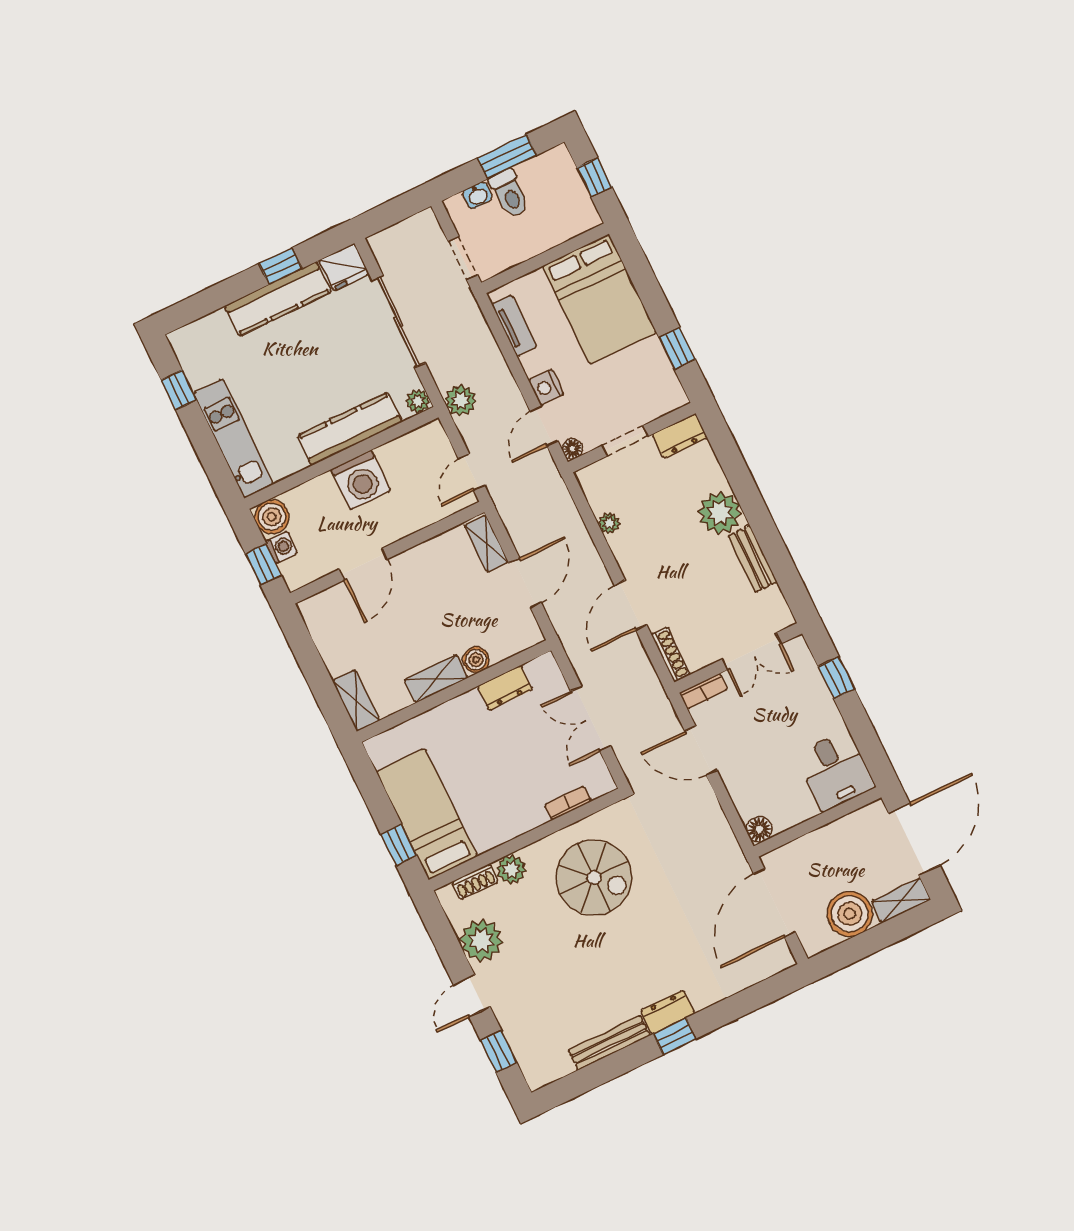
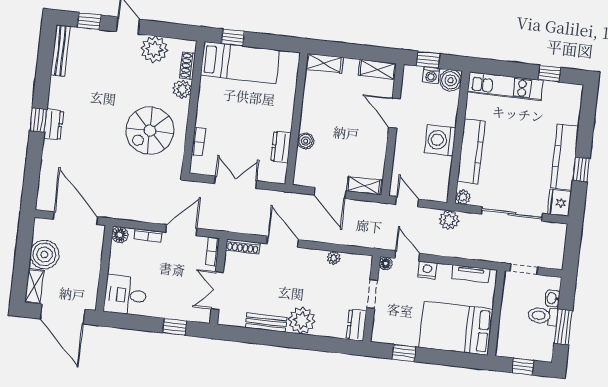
shelving: (436, 679) -> (377, 69), moved, turned 90
bookcase: (736, 791) -> (148, 235), added
bench: (609, 1043) -> (60, 51), moved

